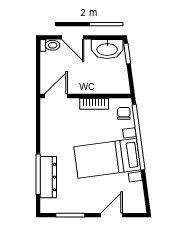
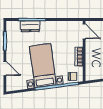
dresser: (48, 177) -> (30, 26), width x0.70

